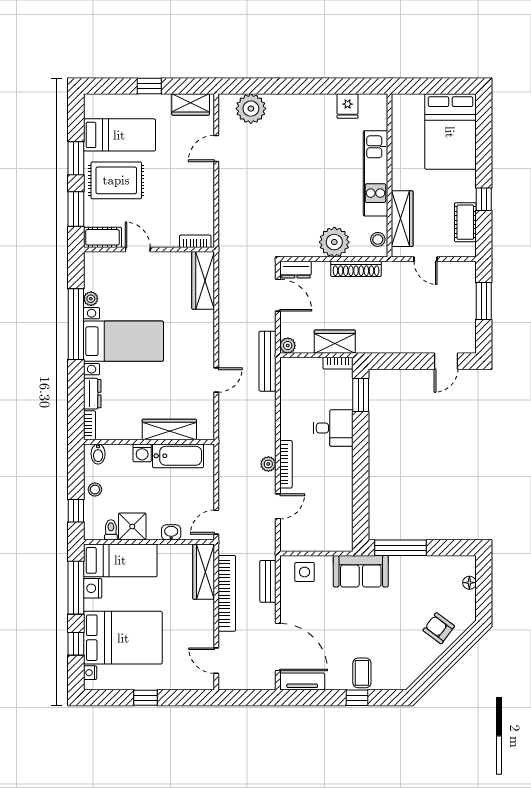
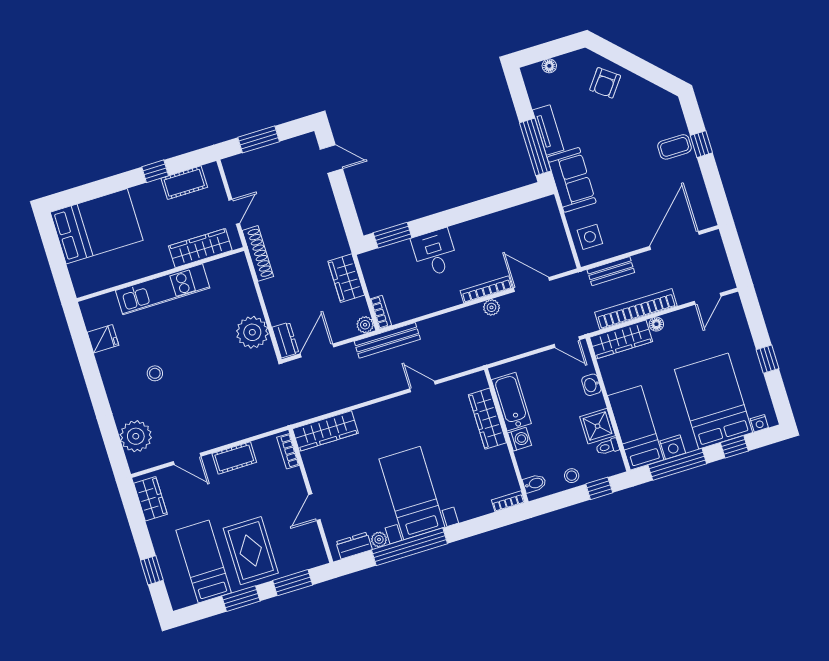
window: (149, 86) -> (152, 570), moved
cot: (102, 237) -> (234, 458), moved, turned 90
stool: (378, 239) -> (155, 373), moved
plant: (334, 242) -> (252, 332), moved
shoe rack: (356, 269) -> (258, 253), moved
bookcase: (338, 363) -> (381, 312), moved
dresser: (92, 394) -> (354, 546), moved
door: (278, 506) -> (532, 284), width x1.38
floor lamp: (208, 608) -> (656, 324), added
tv unit: (302, 682) -> (548, 130), moved, turned 180

